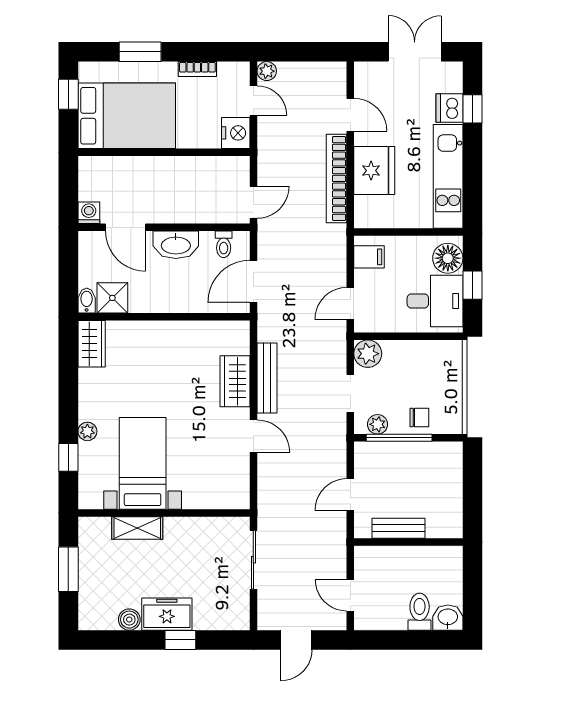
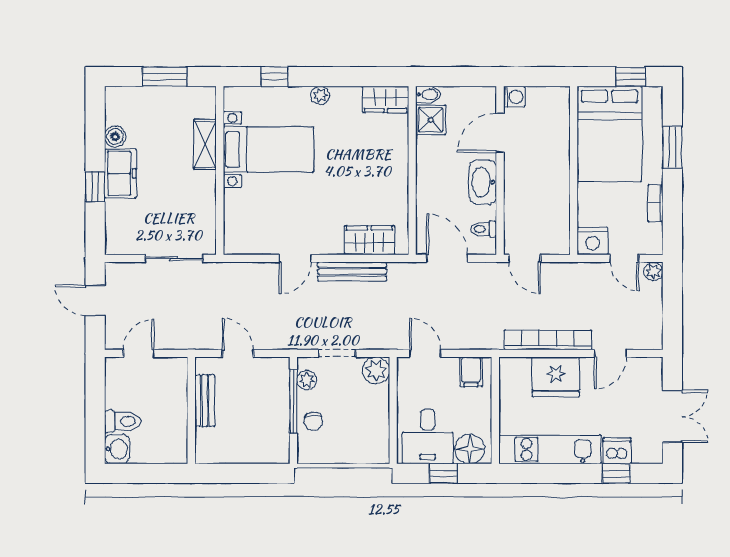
door: (253, 101) -> (624, 258), hinge flipped
wardrobe: (235, 381) -> (369, 240), moved
plant: (87, 431) -> (320, 95), moved

